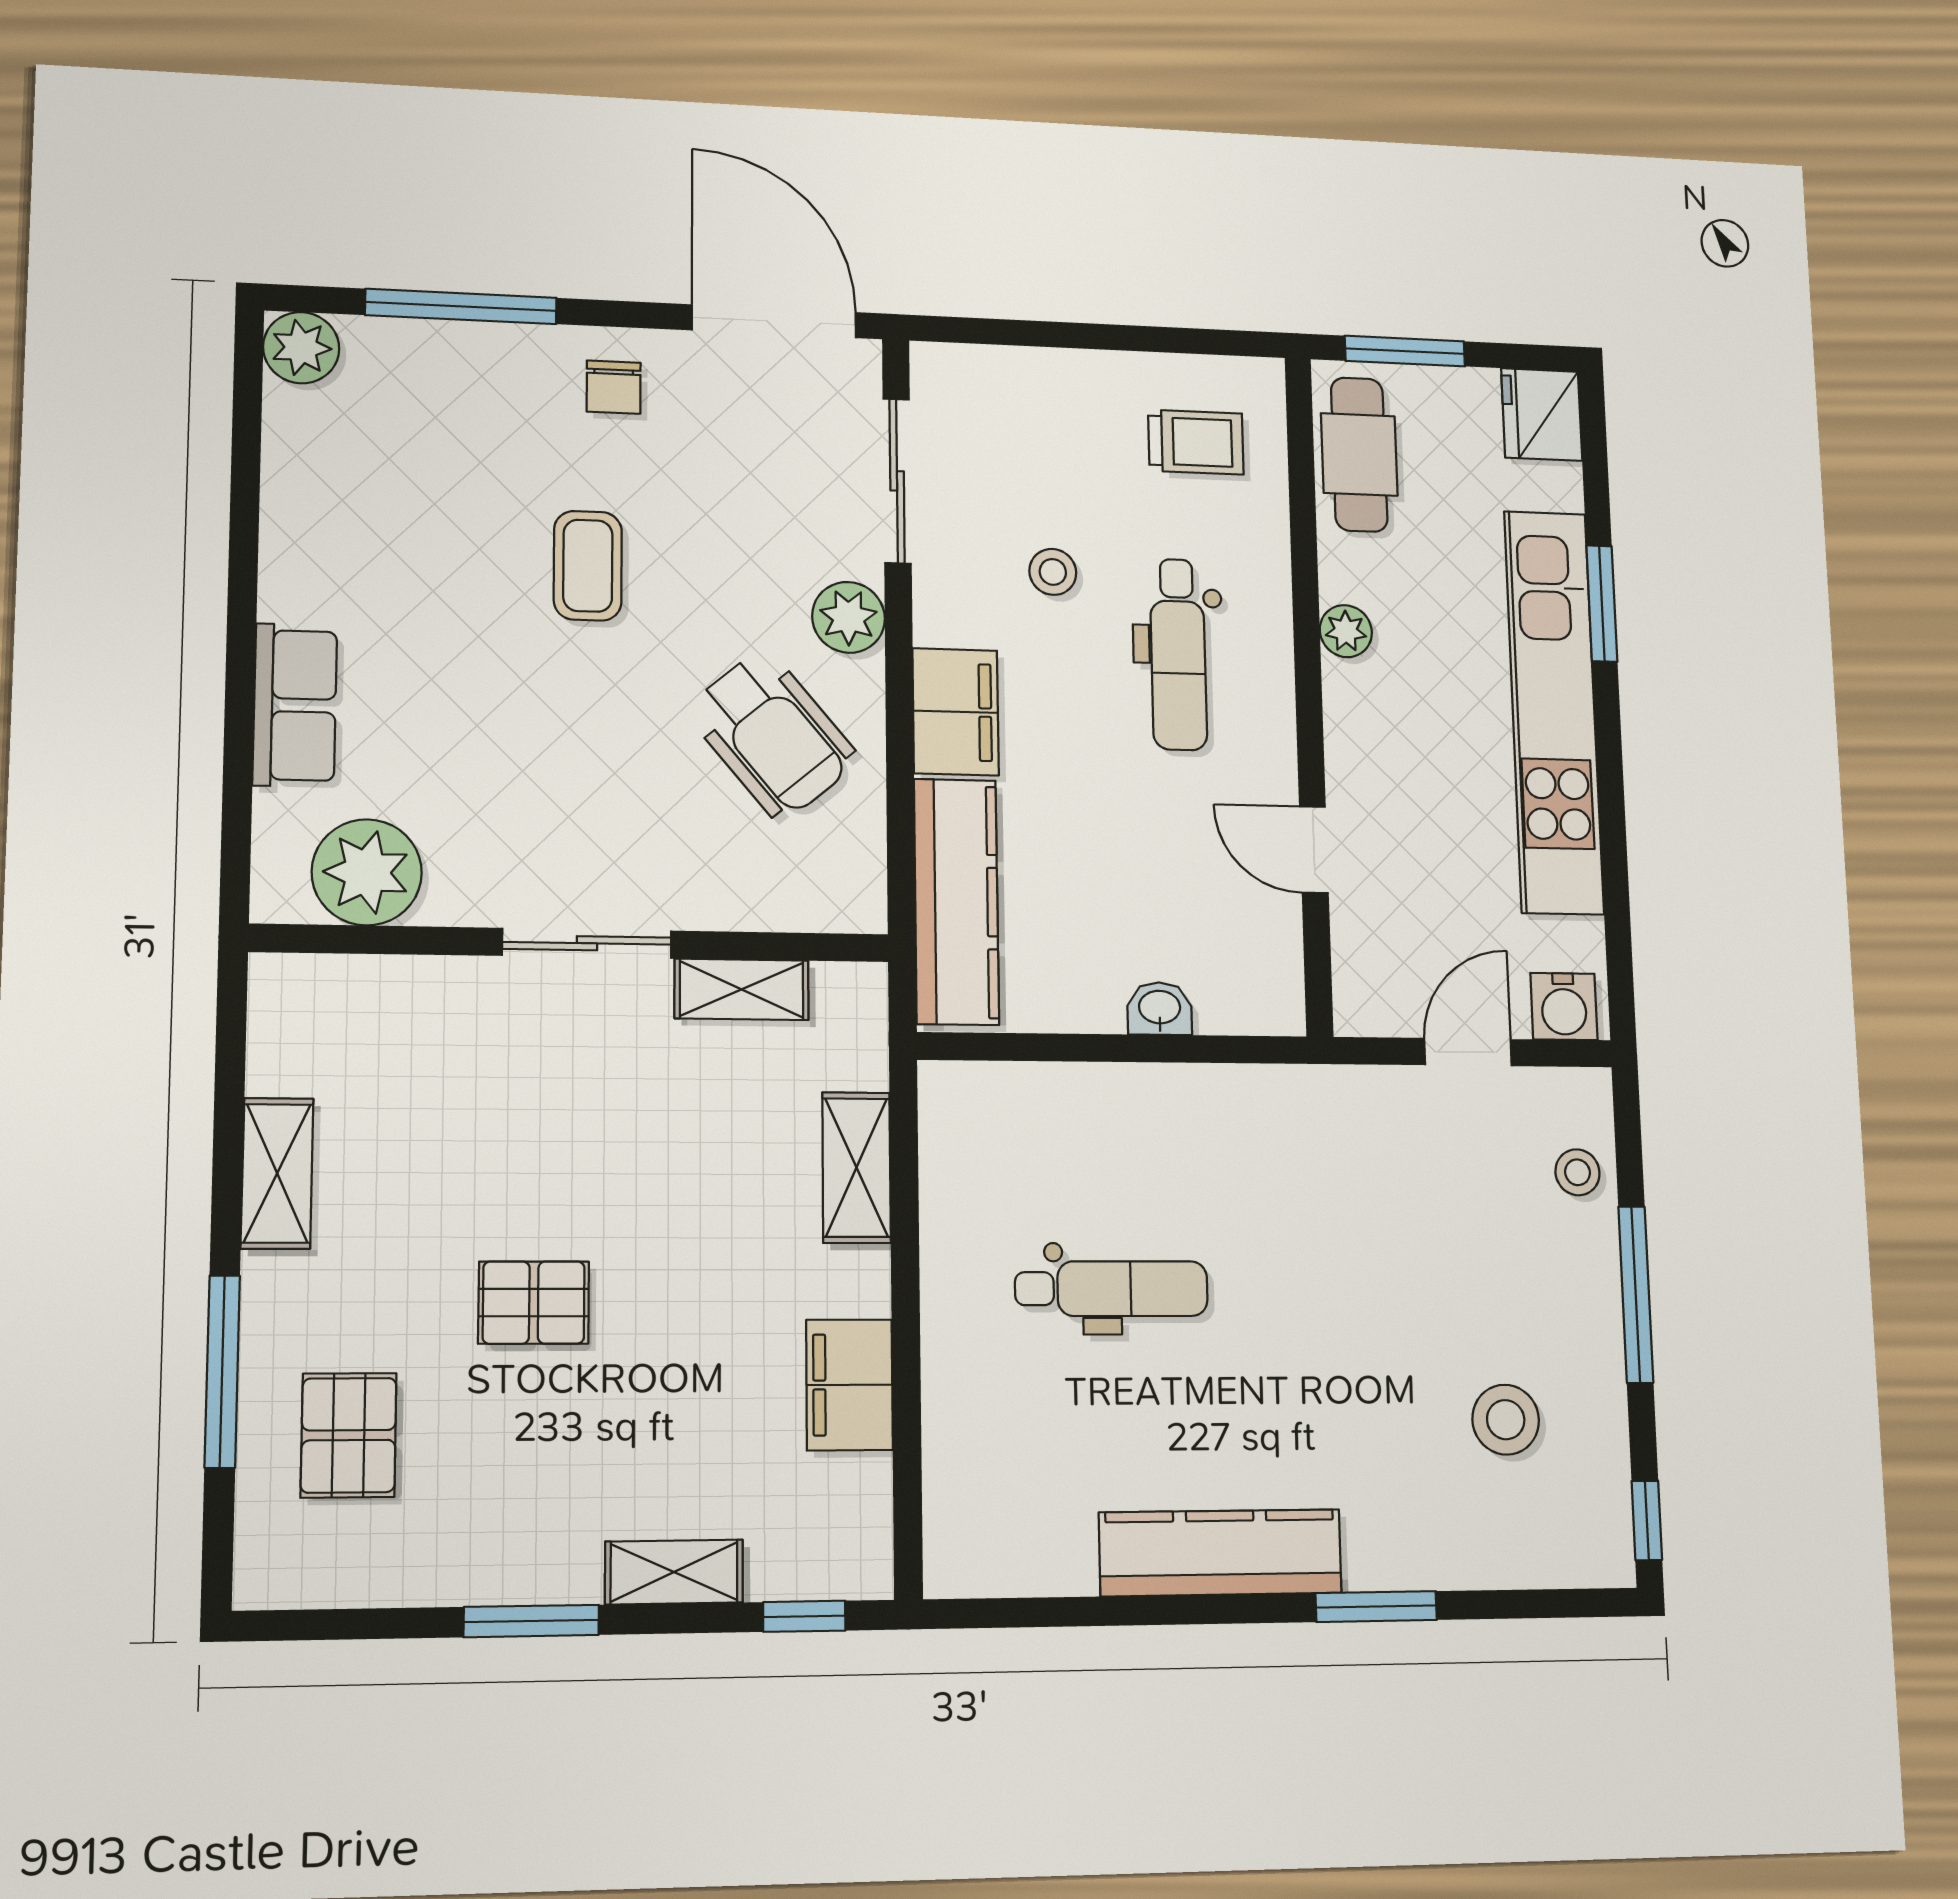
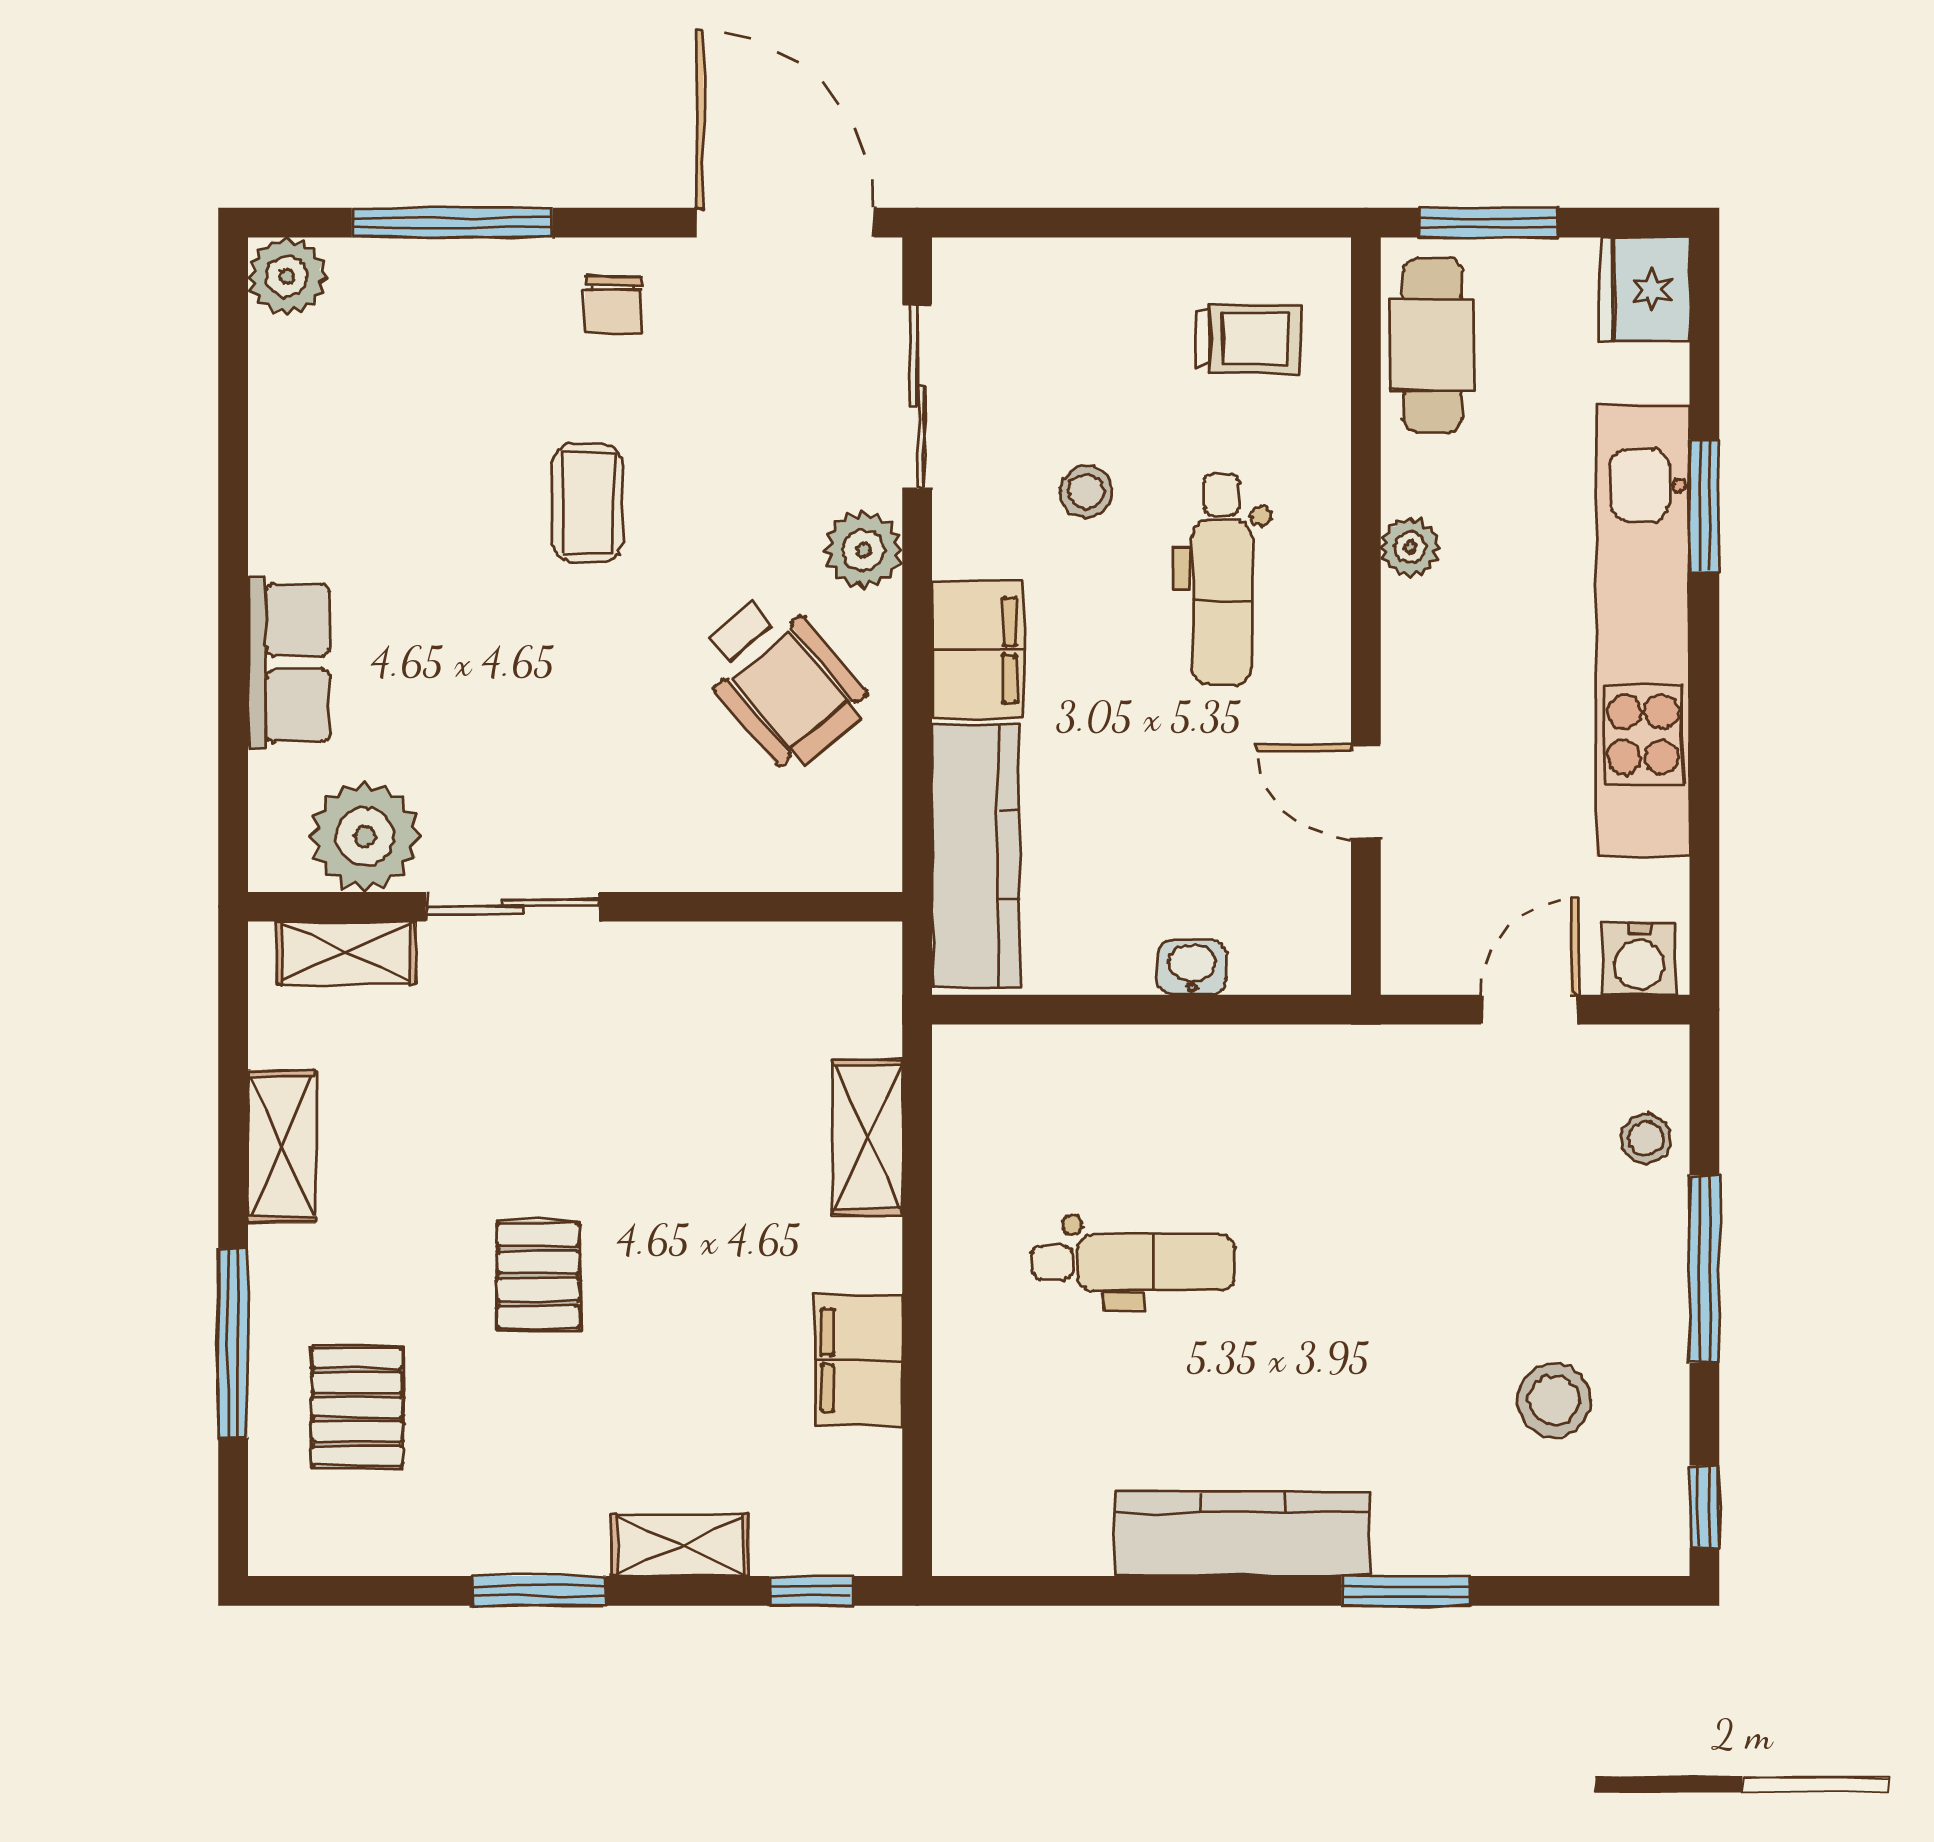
sliding door: (587, 943) -> (513, 907), moved
shelving: (742, 989) -> (346, 953), moved
pallet: (534, 1303) -> (538, 1276), turned 90

